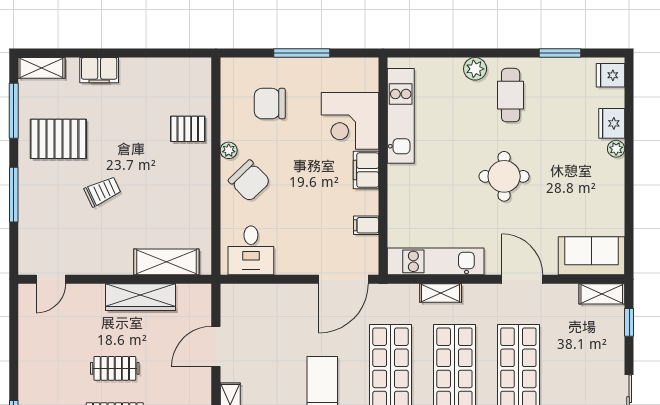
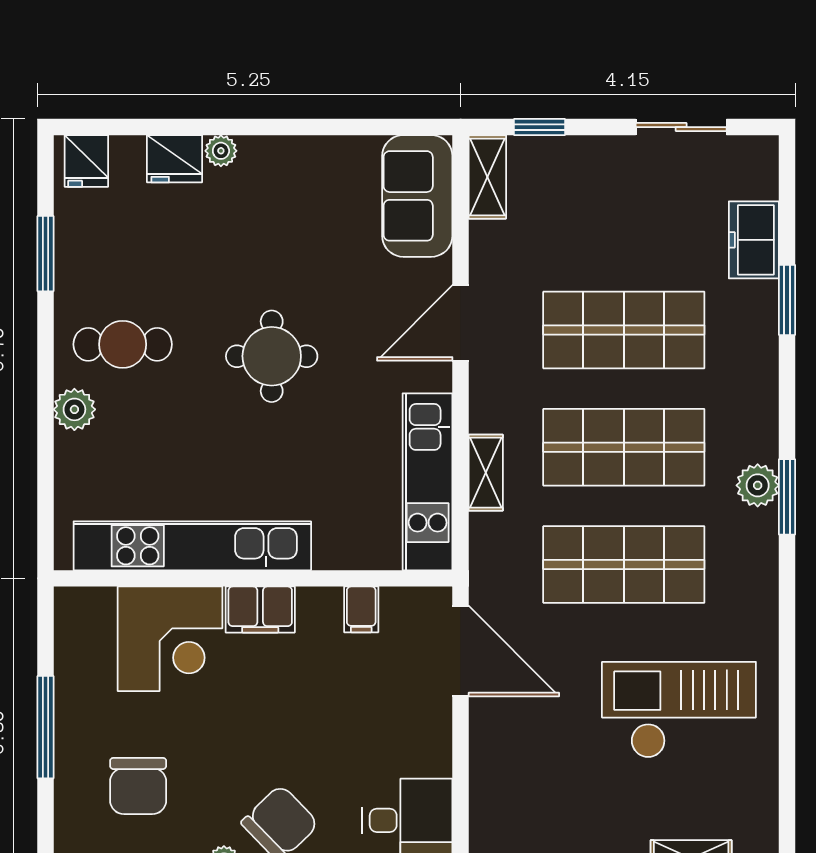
kitchen unit: (401, 116) -> (192, 546), width x1.36

